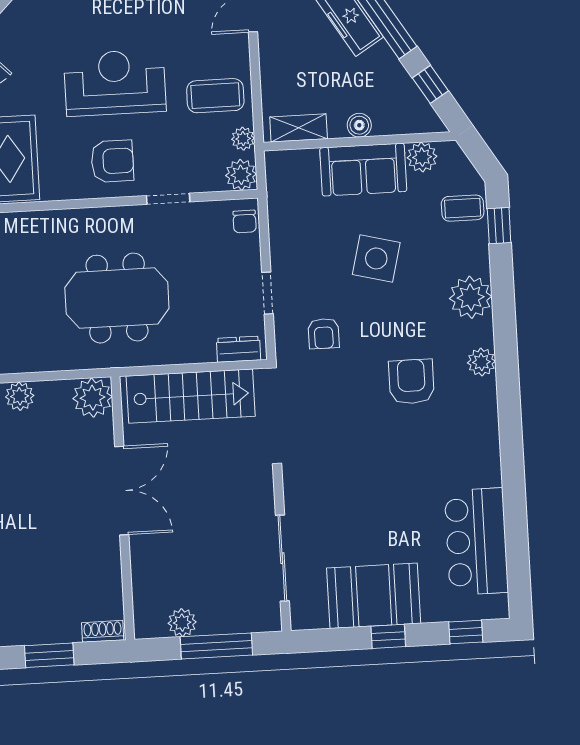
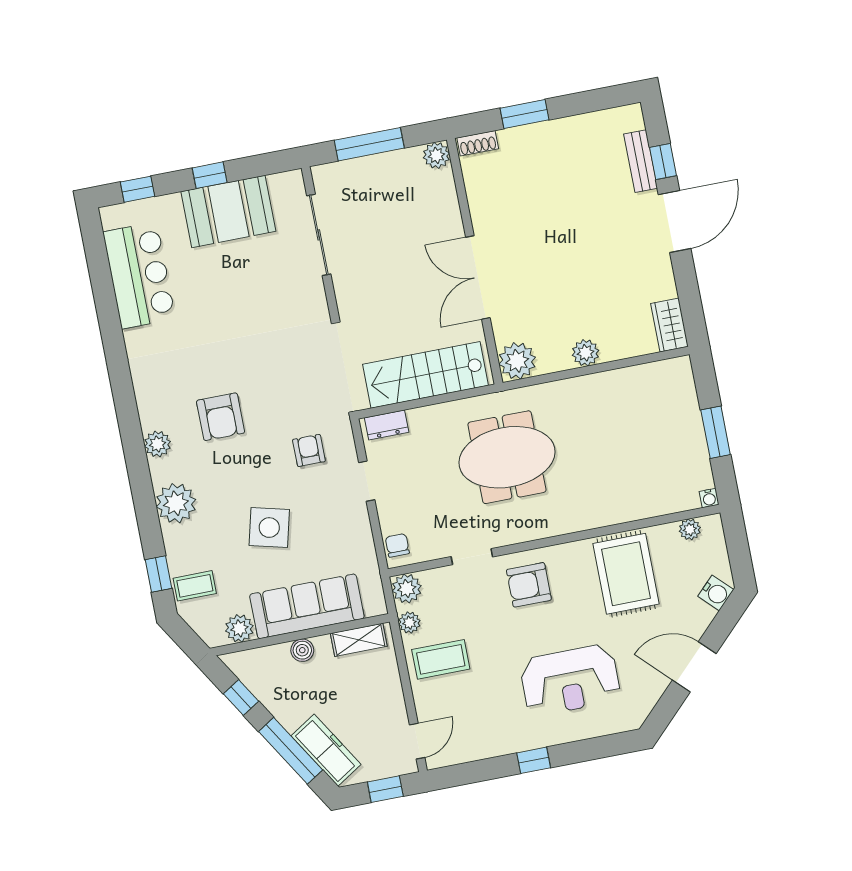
reception desk: (115, 83) -> (570, 680), moved
sofa: (363, 170) -> (307, 606), width x1.36
plant: (182, 623) -> (436, 155), moved

